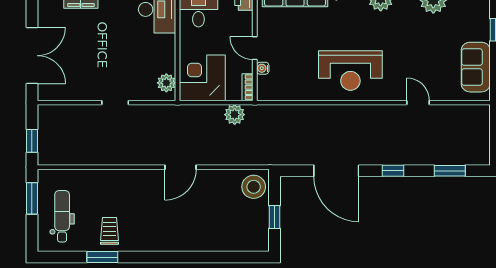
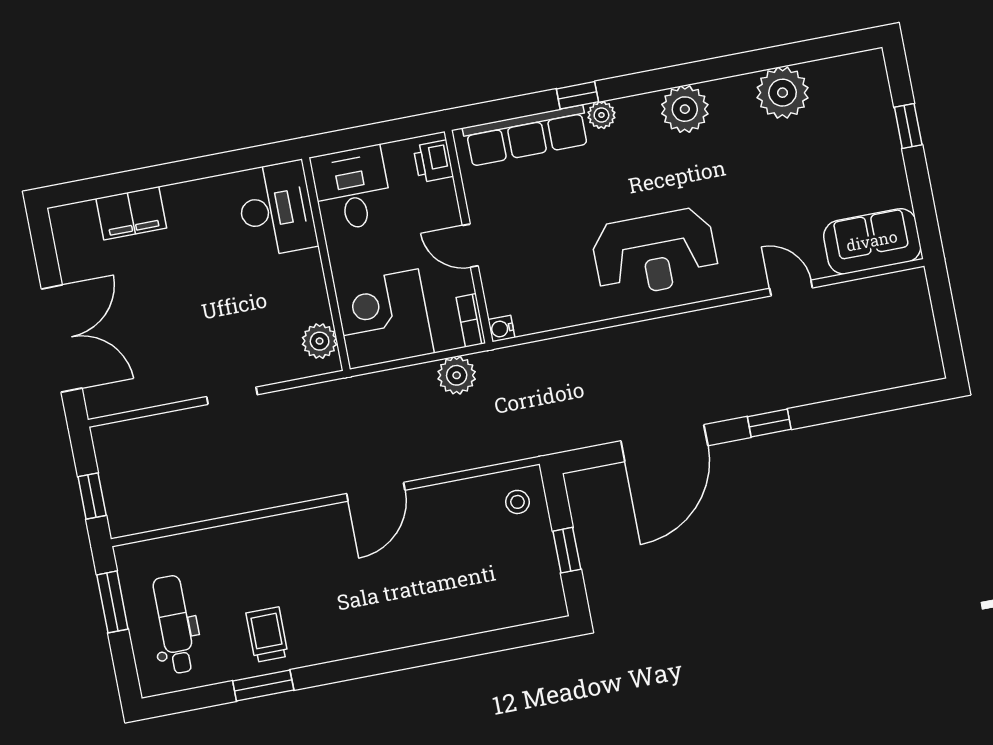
sofa: (476, 67) -> (872, 241), moved, turned 90
water cooler: (263, 68) -> (501, 329), moved
door: (336, 171) -> (664, 443), hinge flipped
window: (450, 171) -> (874, 403), removed
stool: (254, 187) -> (517, 502), width x0.53, depth x0.53

